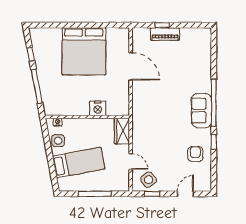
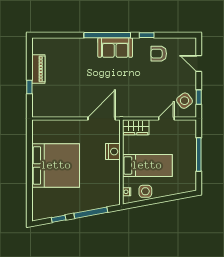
piano: (165, 34) -> (38, 69), moved
door: (131, 66) -> (102, 118), moved
bed: (79, 163) -> (147, 165), moved, turned 101

